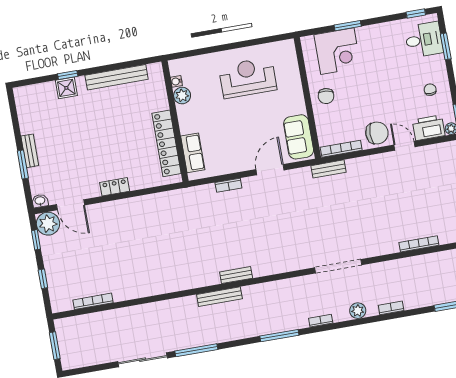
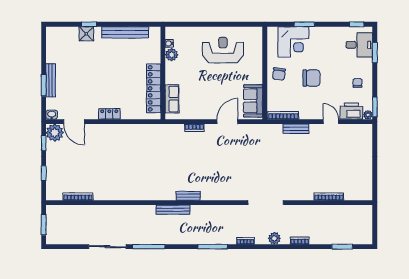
chair: (377, 133) -> (311, 78), moved
bench: (30, 151) -> (51, 80), width x1.36
bench: (329, 169) -> (296, 129), moved

